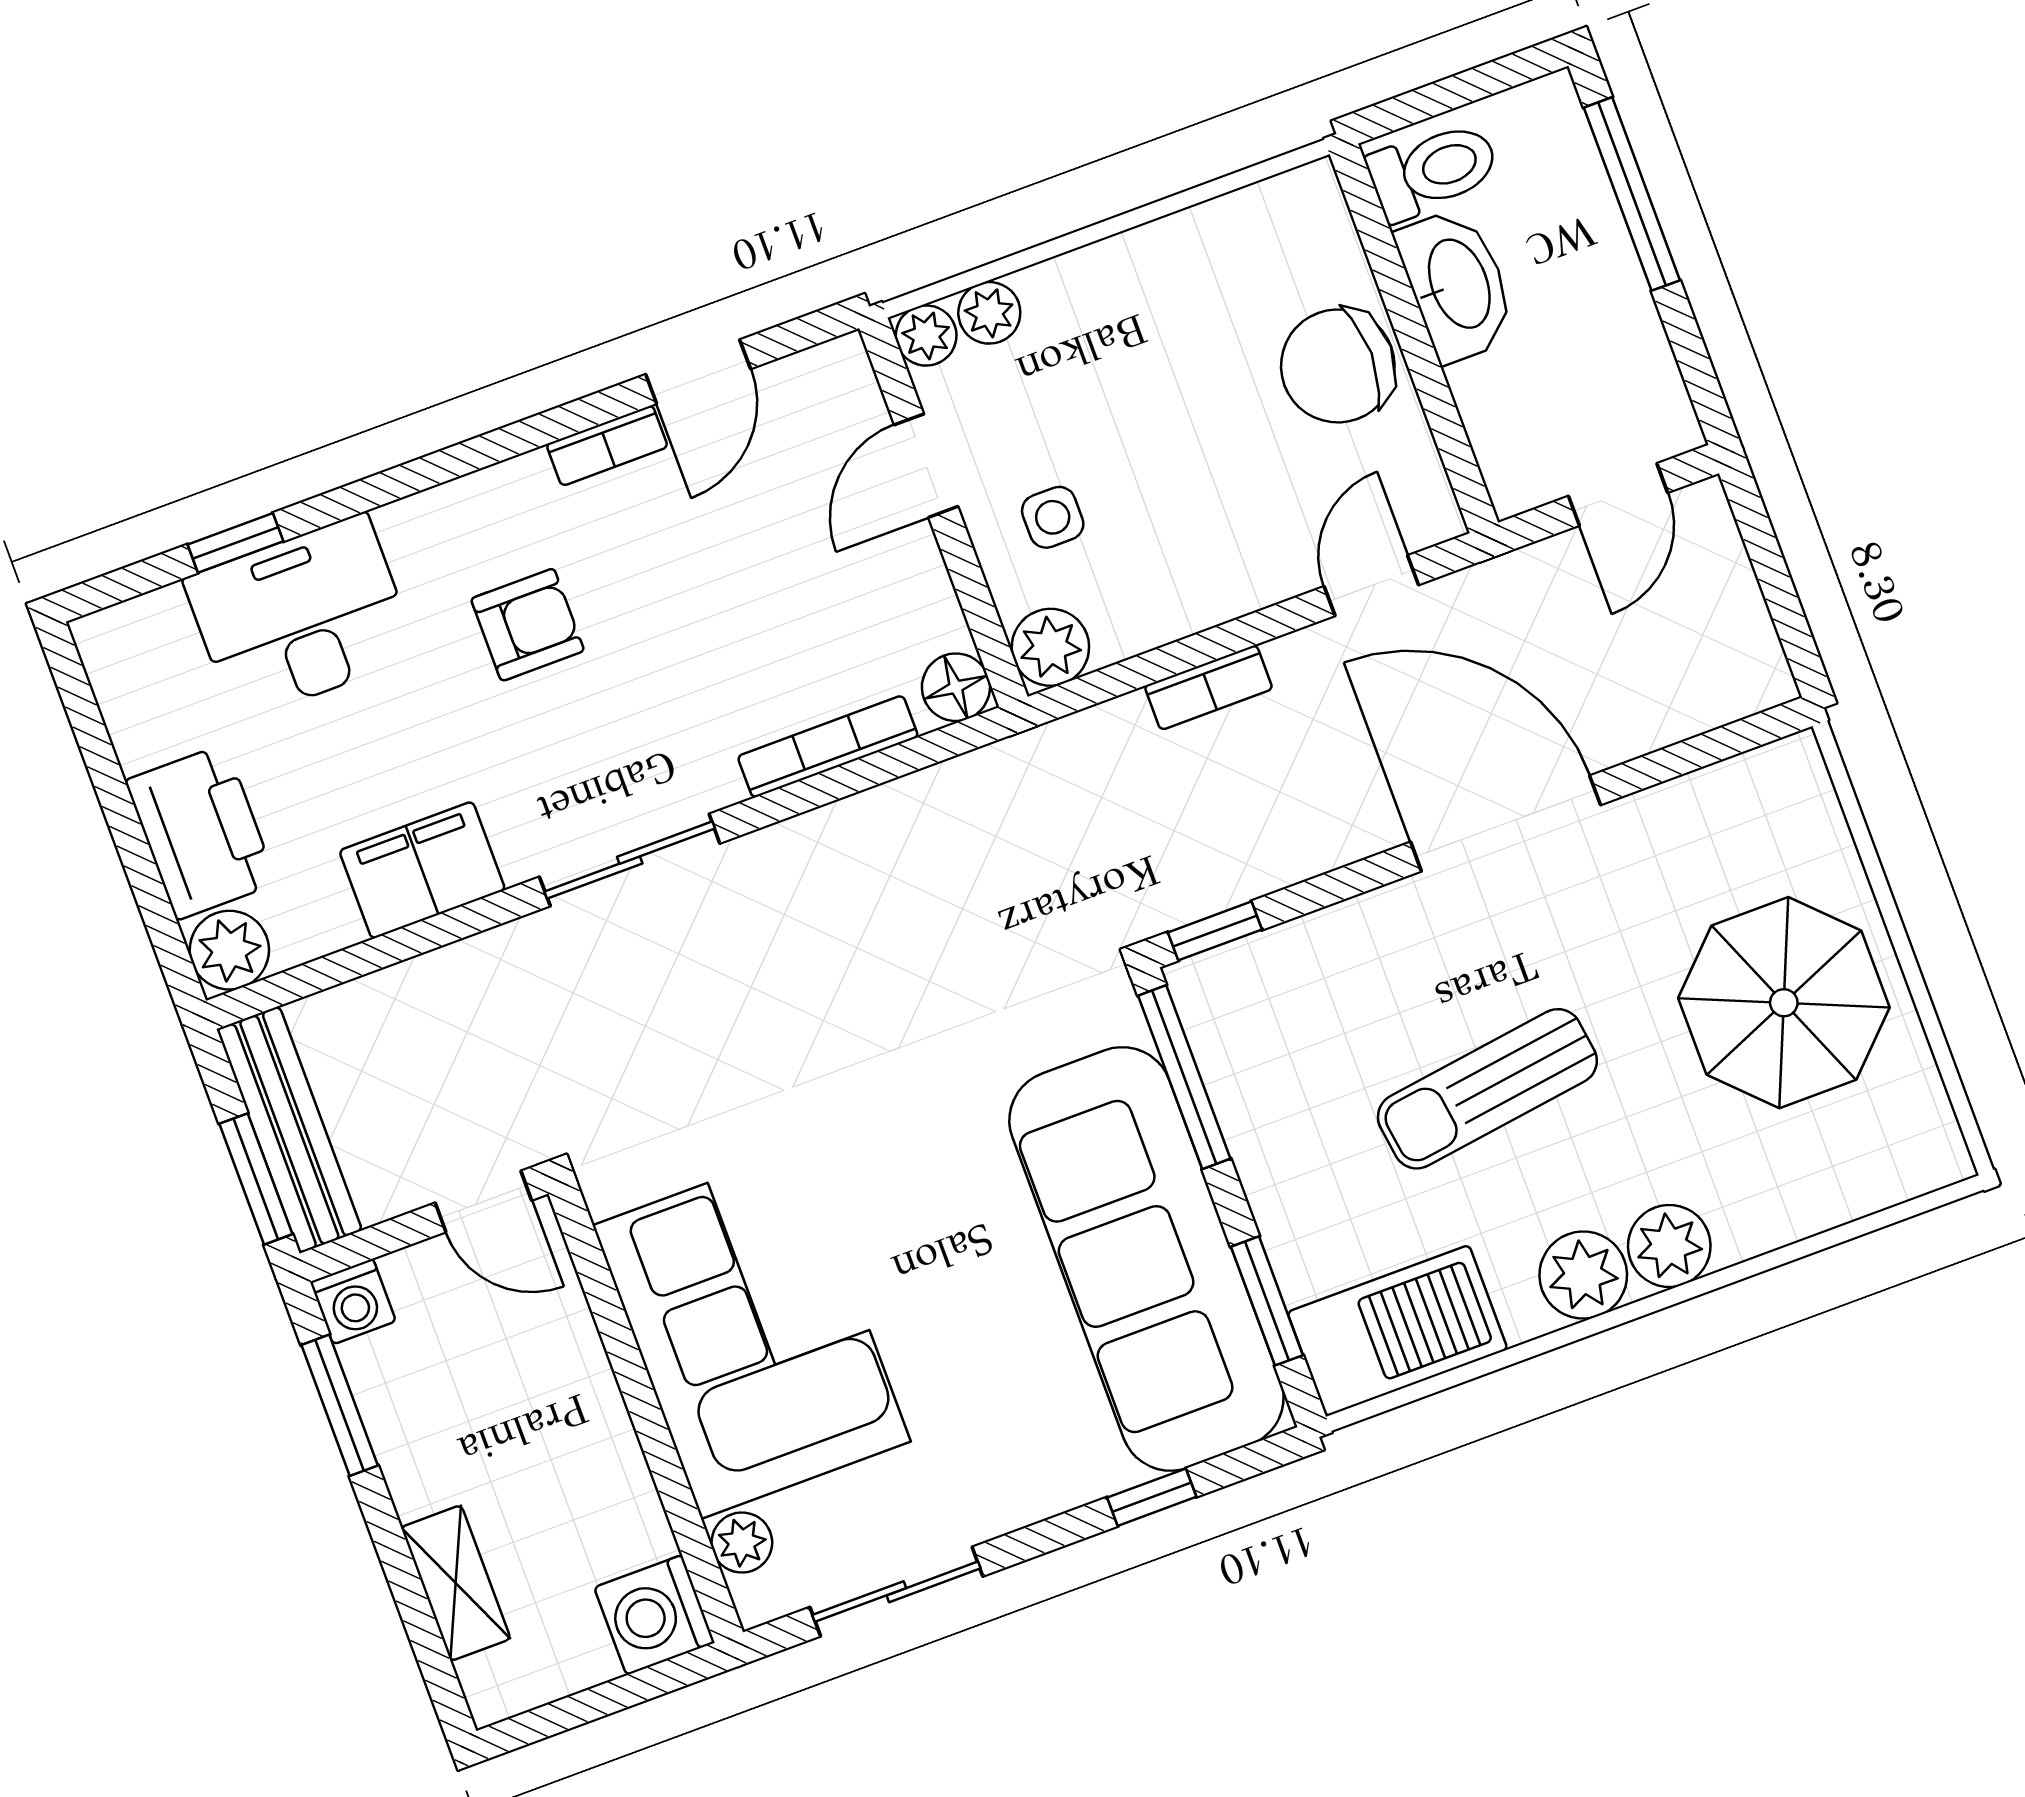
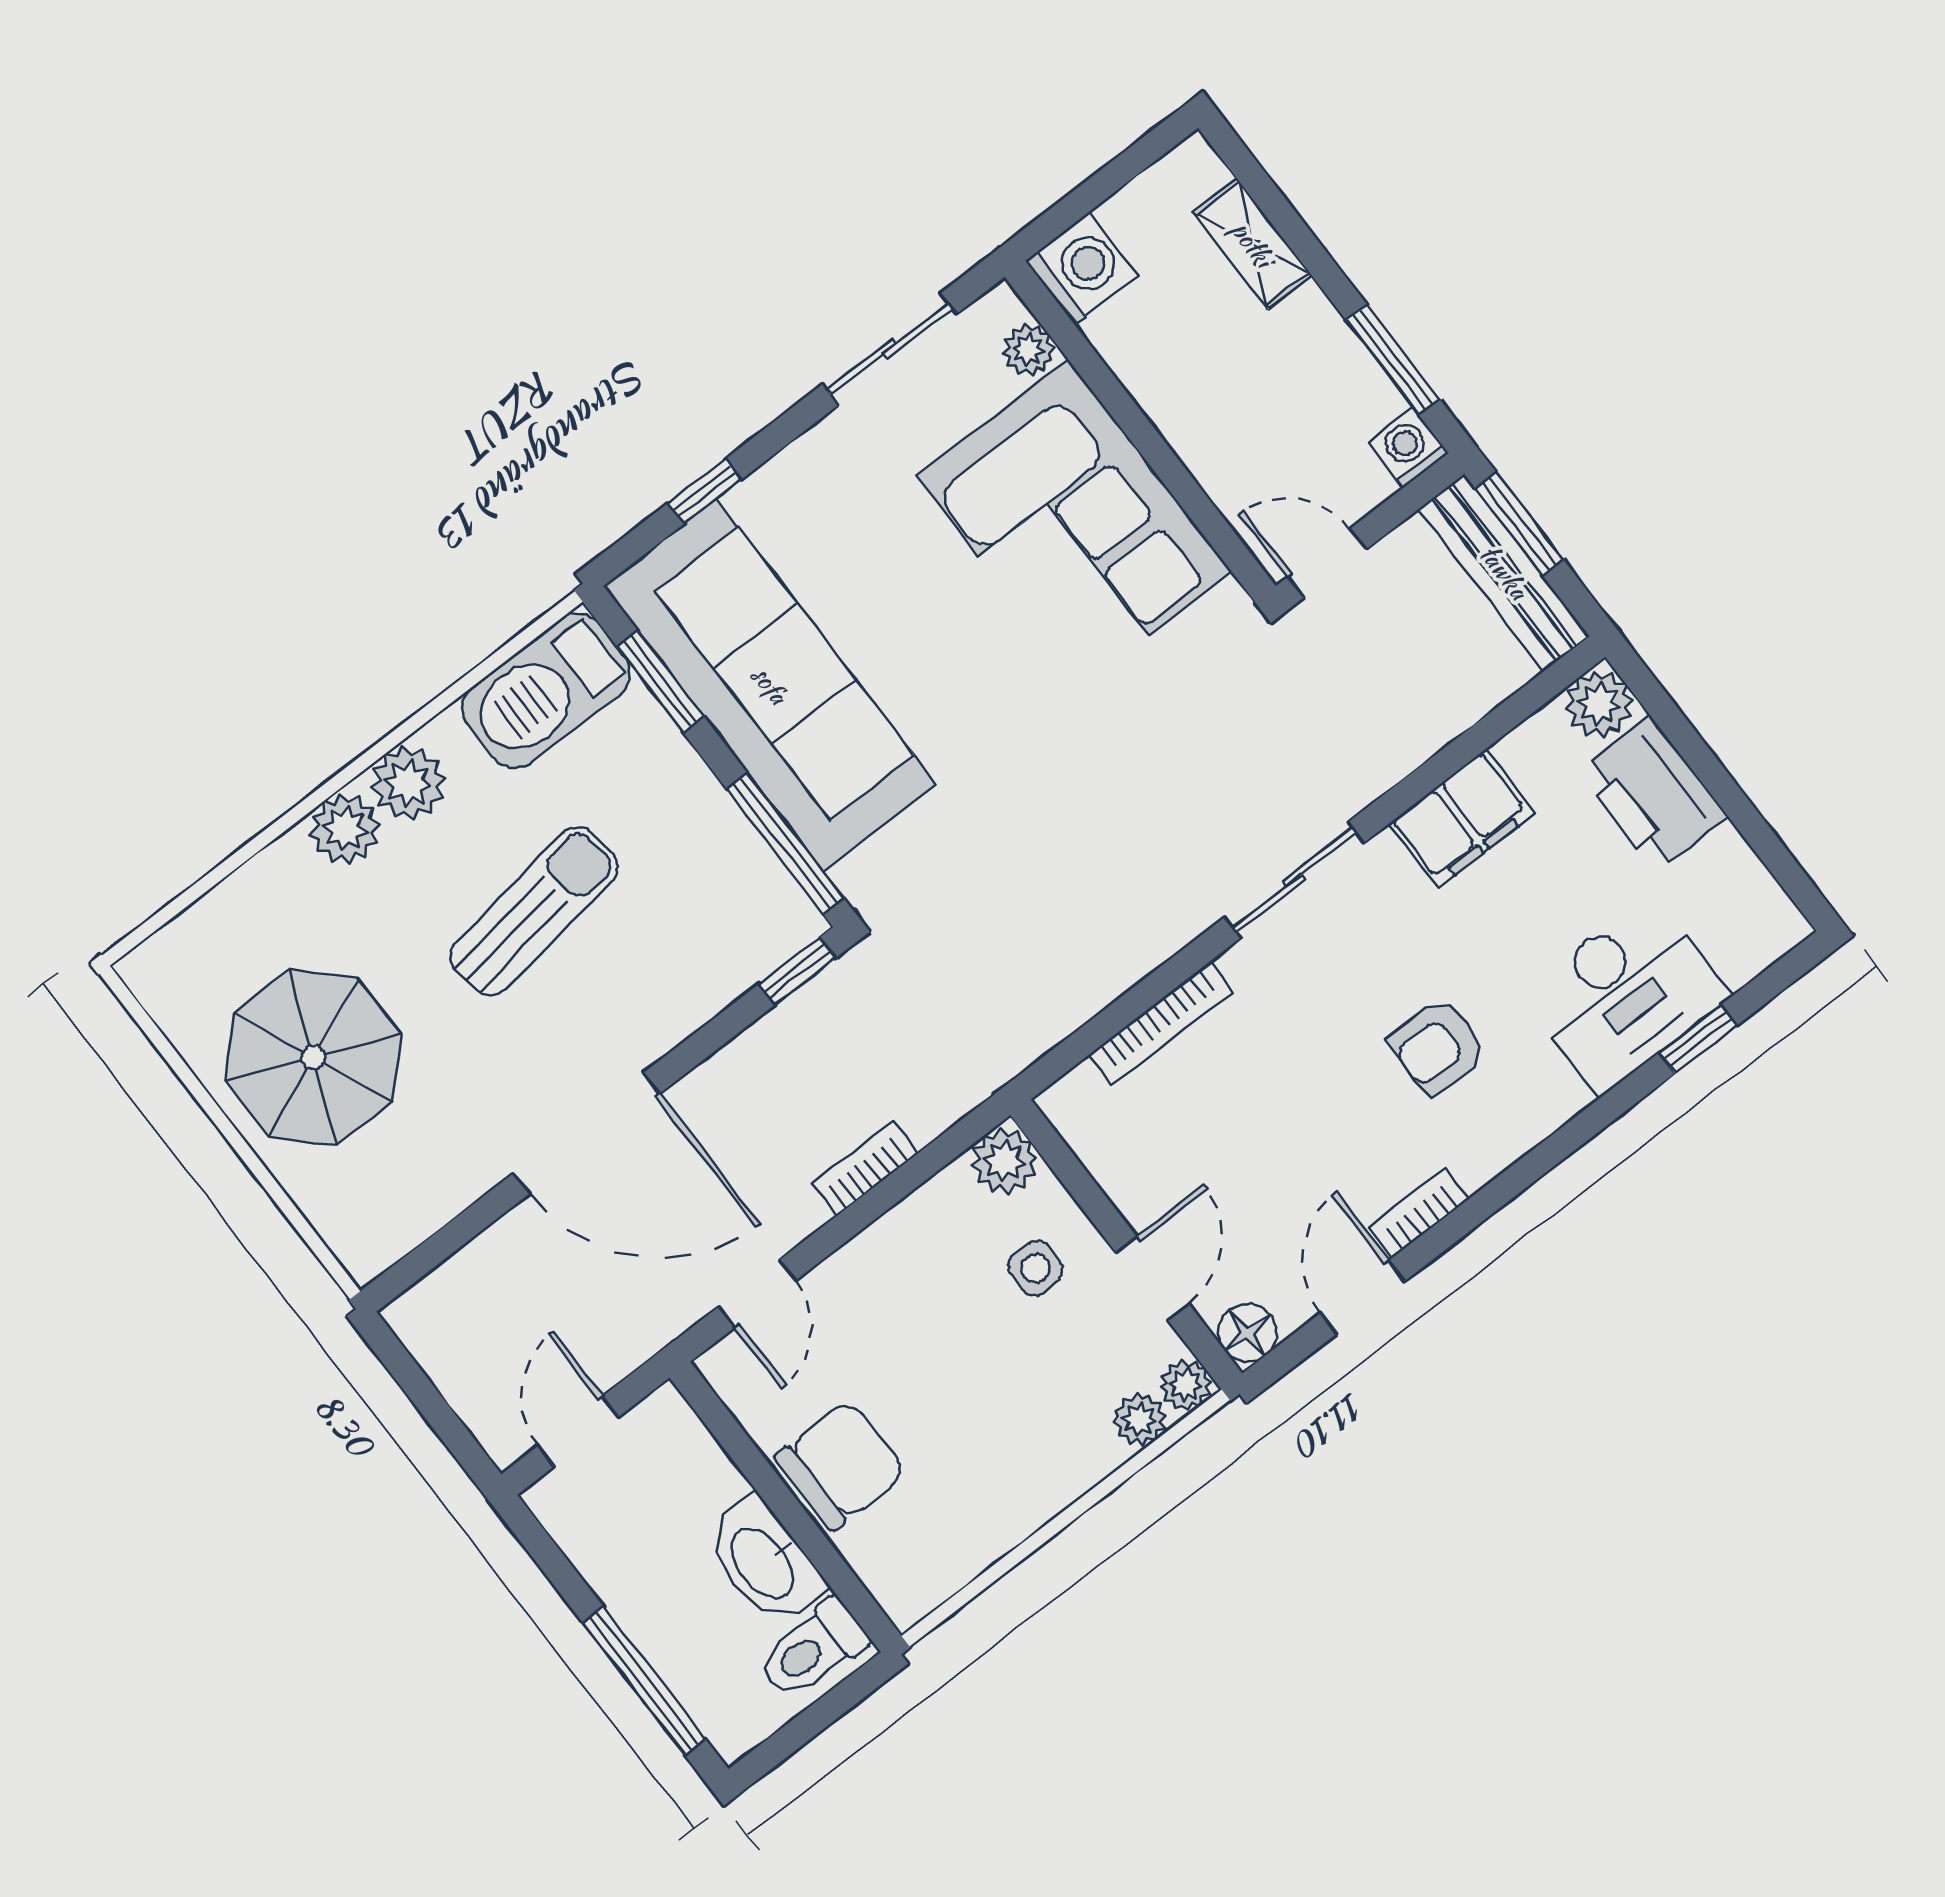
floor lamp: (956, 687) -> (1247, 1333), moved

